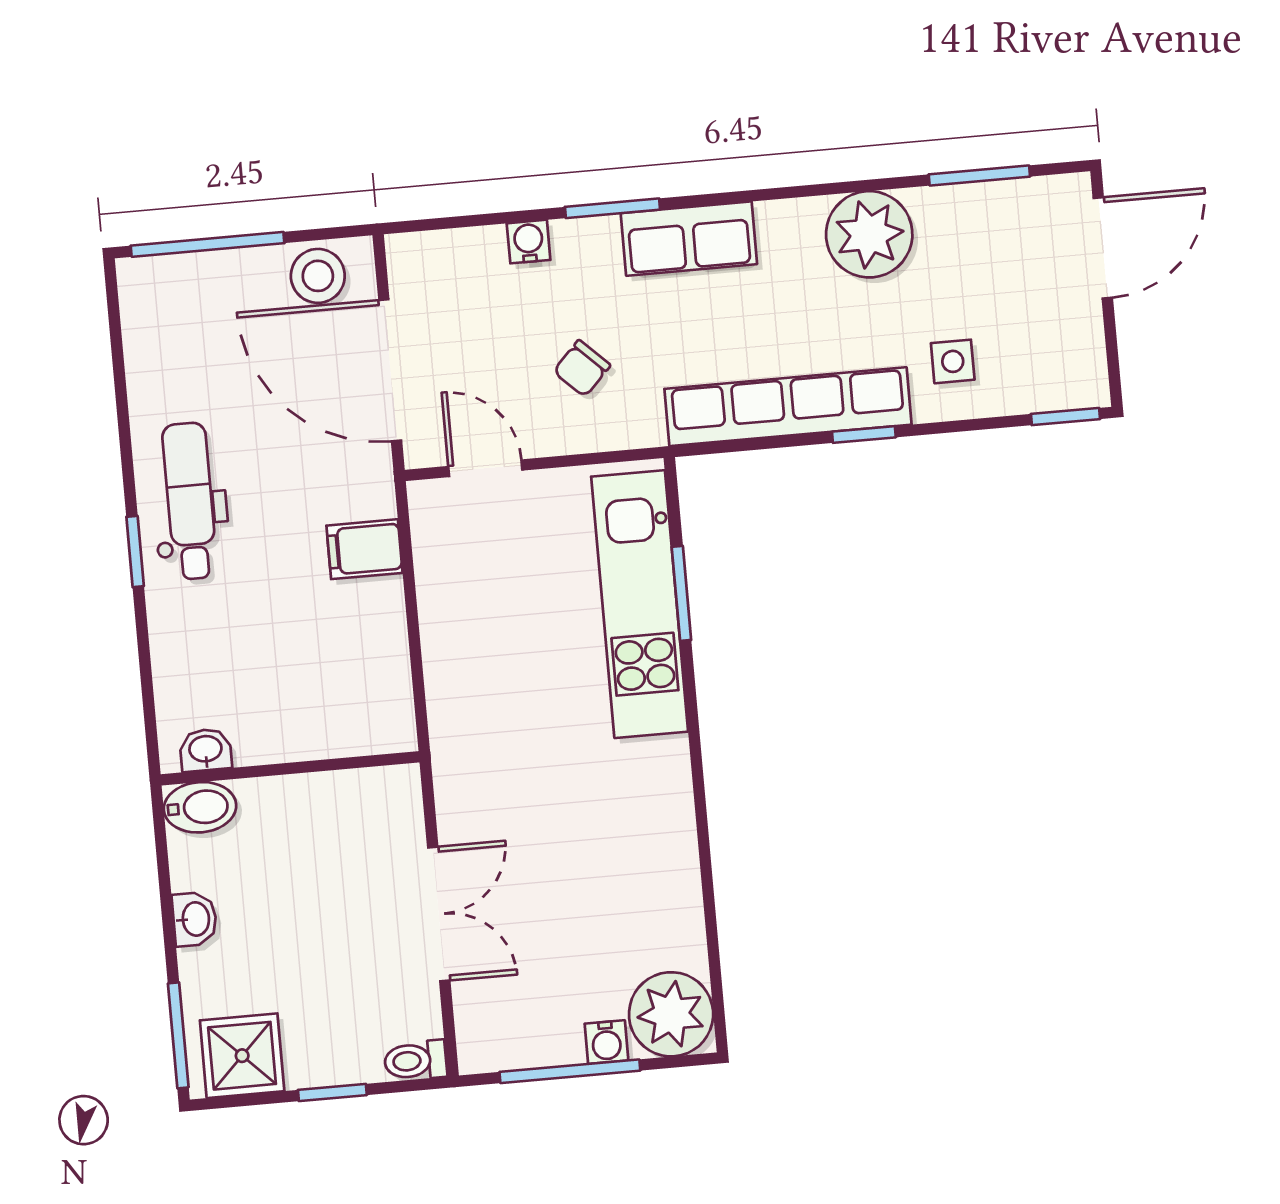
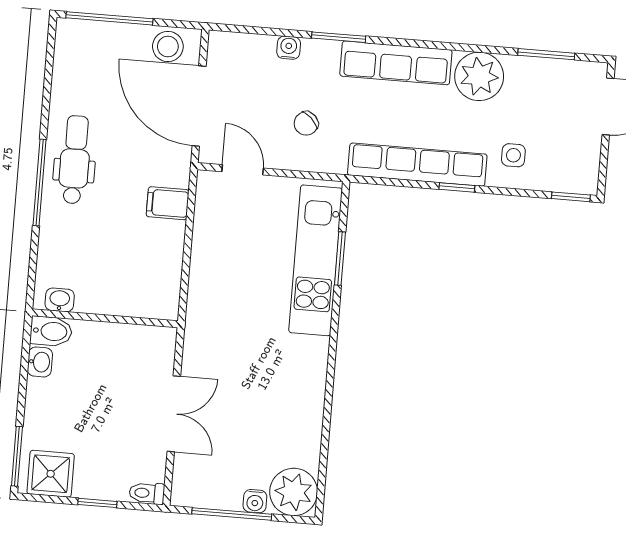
row of seats: (689, 239) -> (396, 63), width x1.48
window: (135, 551) -> (39, 182), width x2.17
washbasin: (195, 919) -> (40, 362), moved

